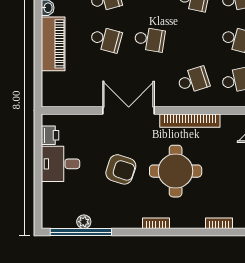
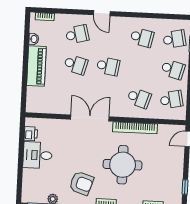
school desk: (193, 80) -> (139, 98), turned 36
armchair: (121, 169) -> (81, 183), moved

